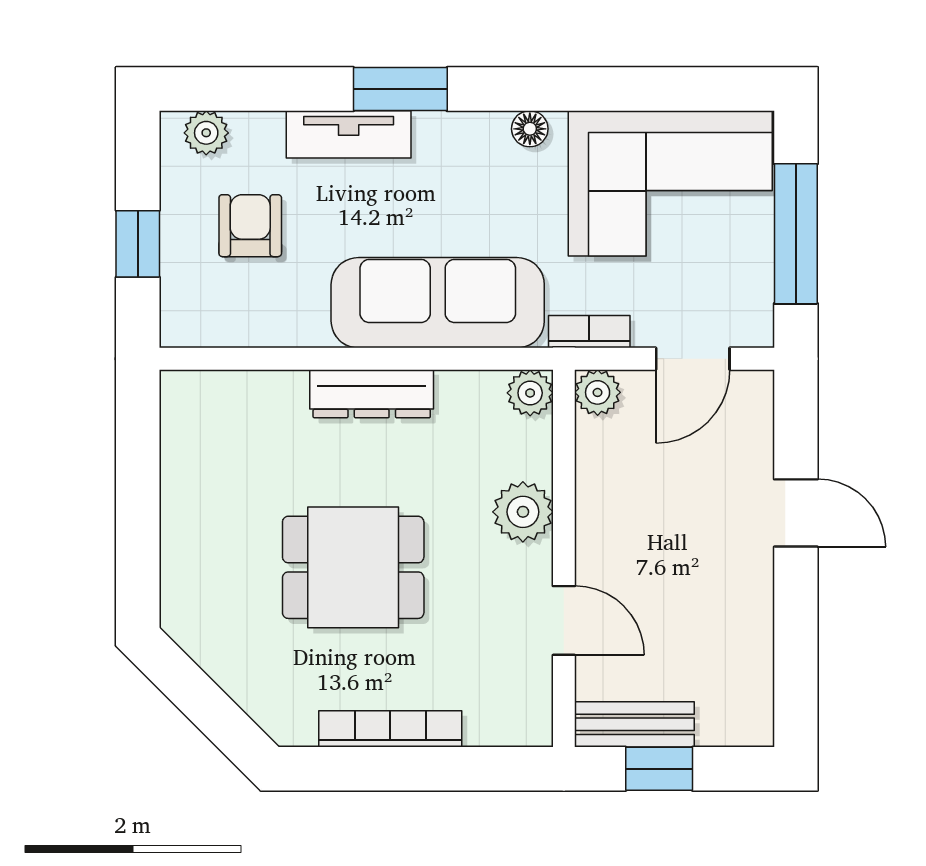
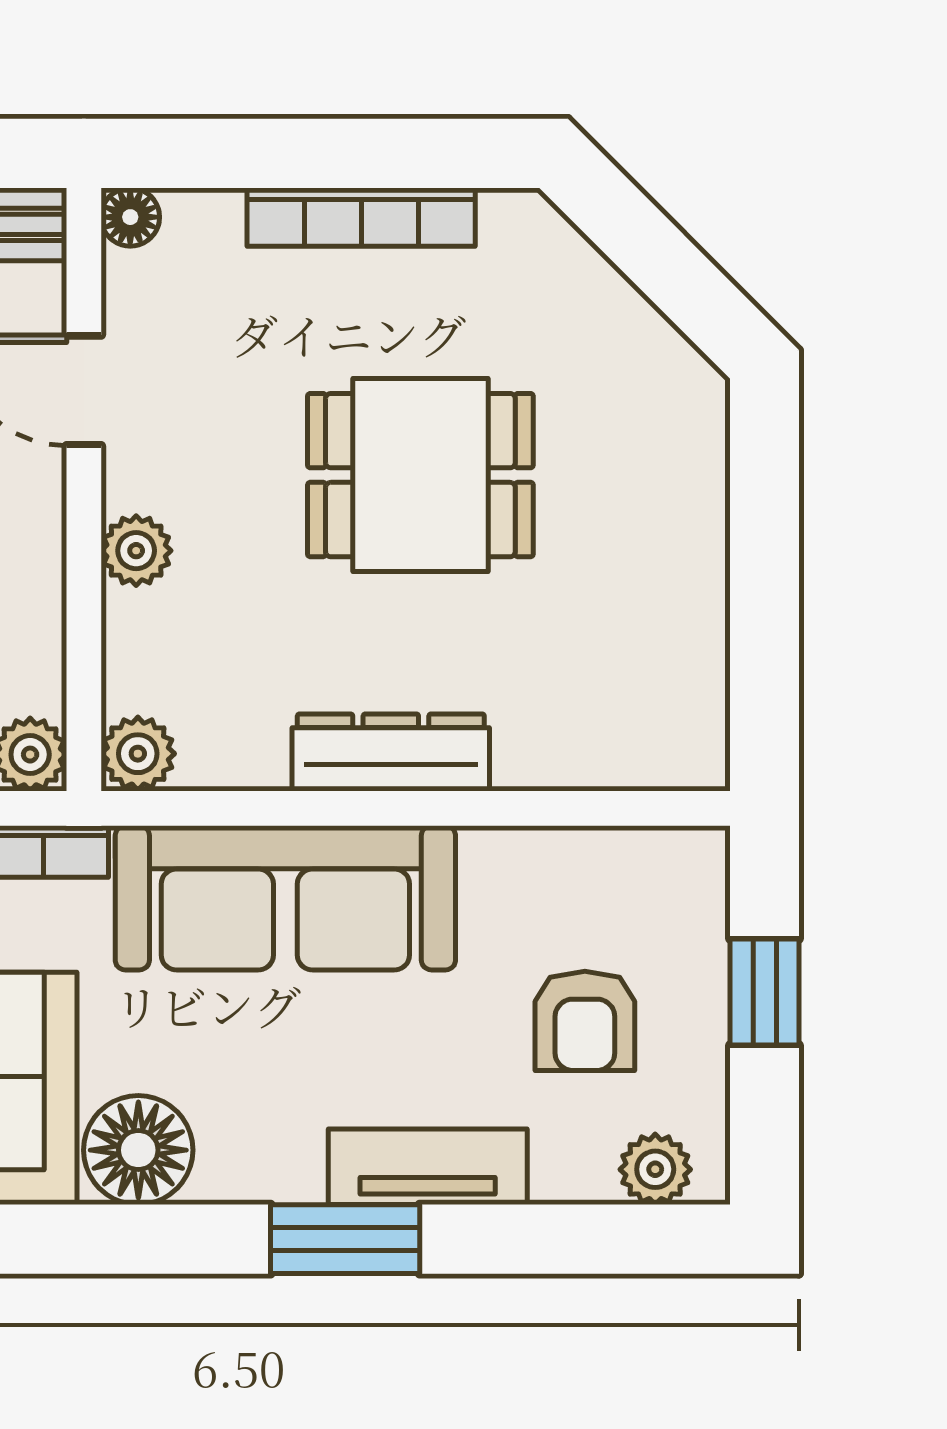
floor lamp: (530, 129) -> (138, 1150), width x1.89, depth x1.89
plant: (523, 512) -> (136, 551), width x0.73, depth x0.73
floor lamp: (535, 729) -> (130, 217), added

